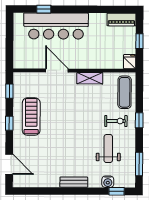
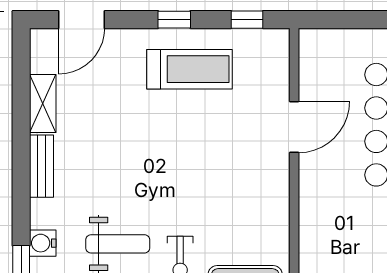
shelving: (90, 78) -> (43, 104), moved

